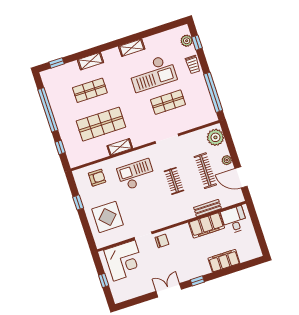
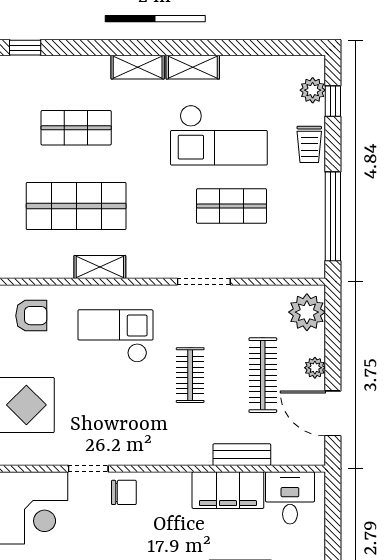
shelving: (90, 61) -> (138, 67), moved

